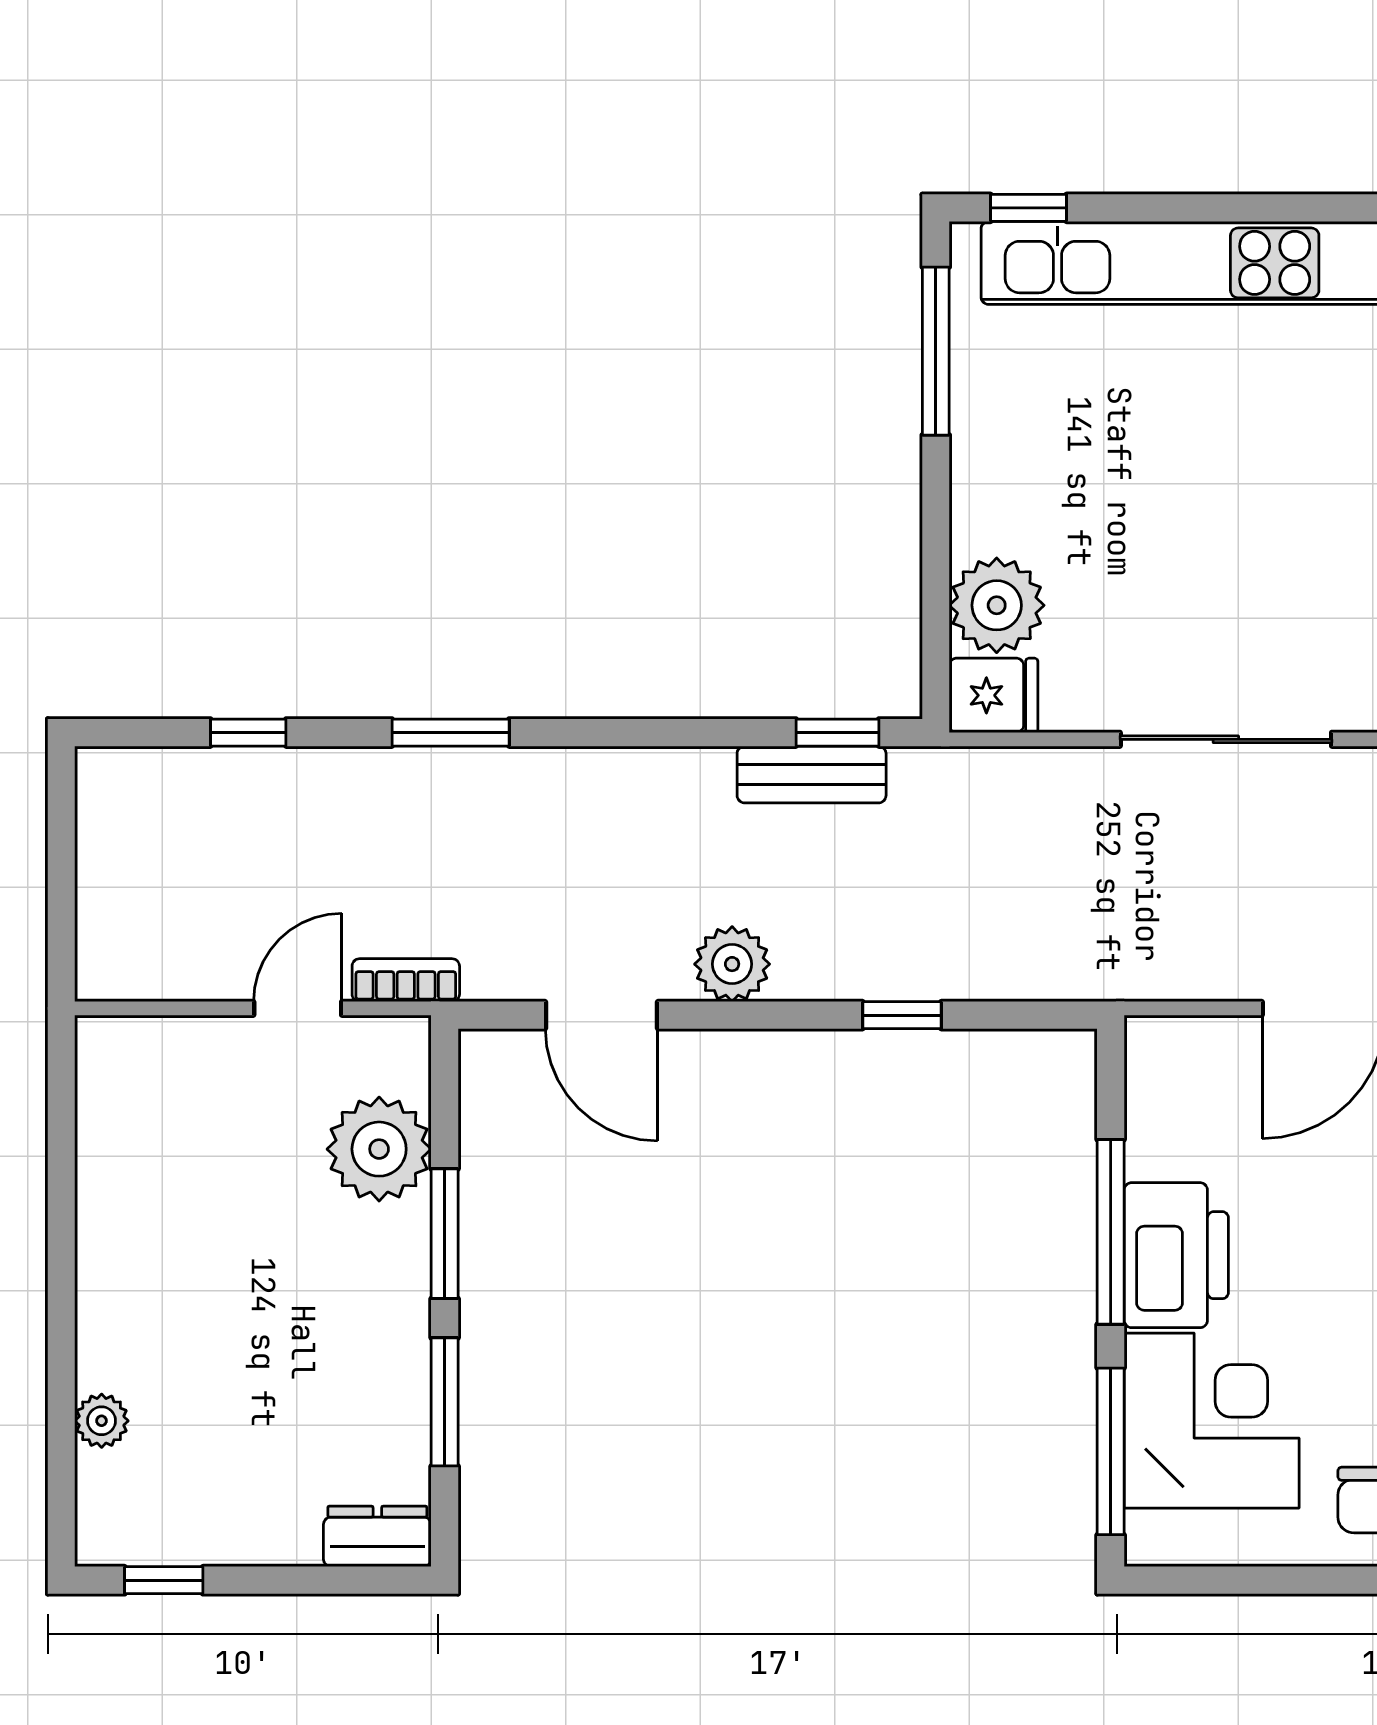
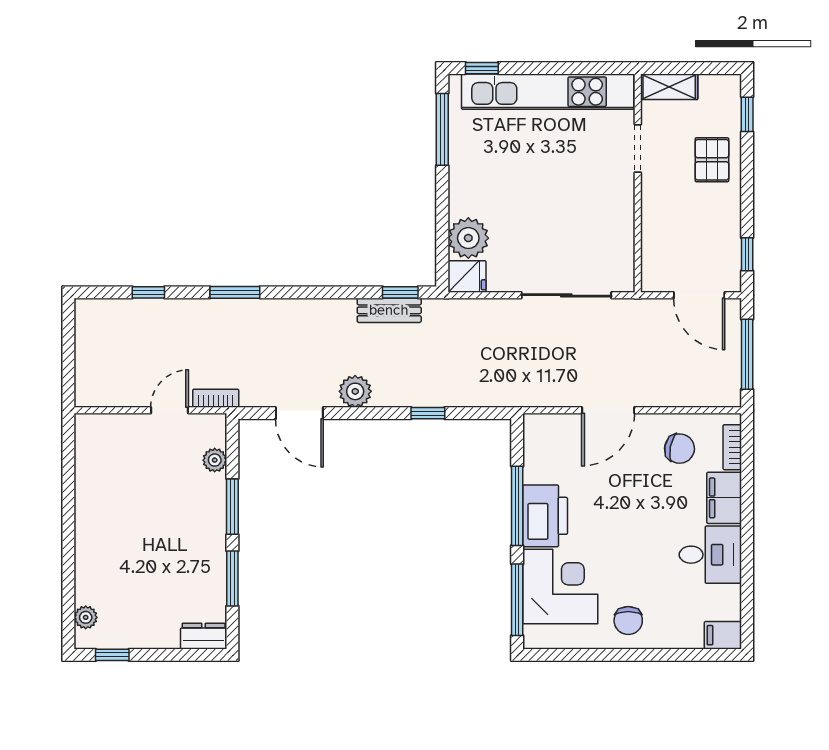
plant: (379, 1149) -> (215, 460), width x0.53, depth x0.53
plant: (102, 1421) -> (86, 617), moved

